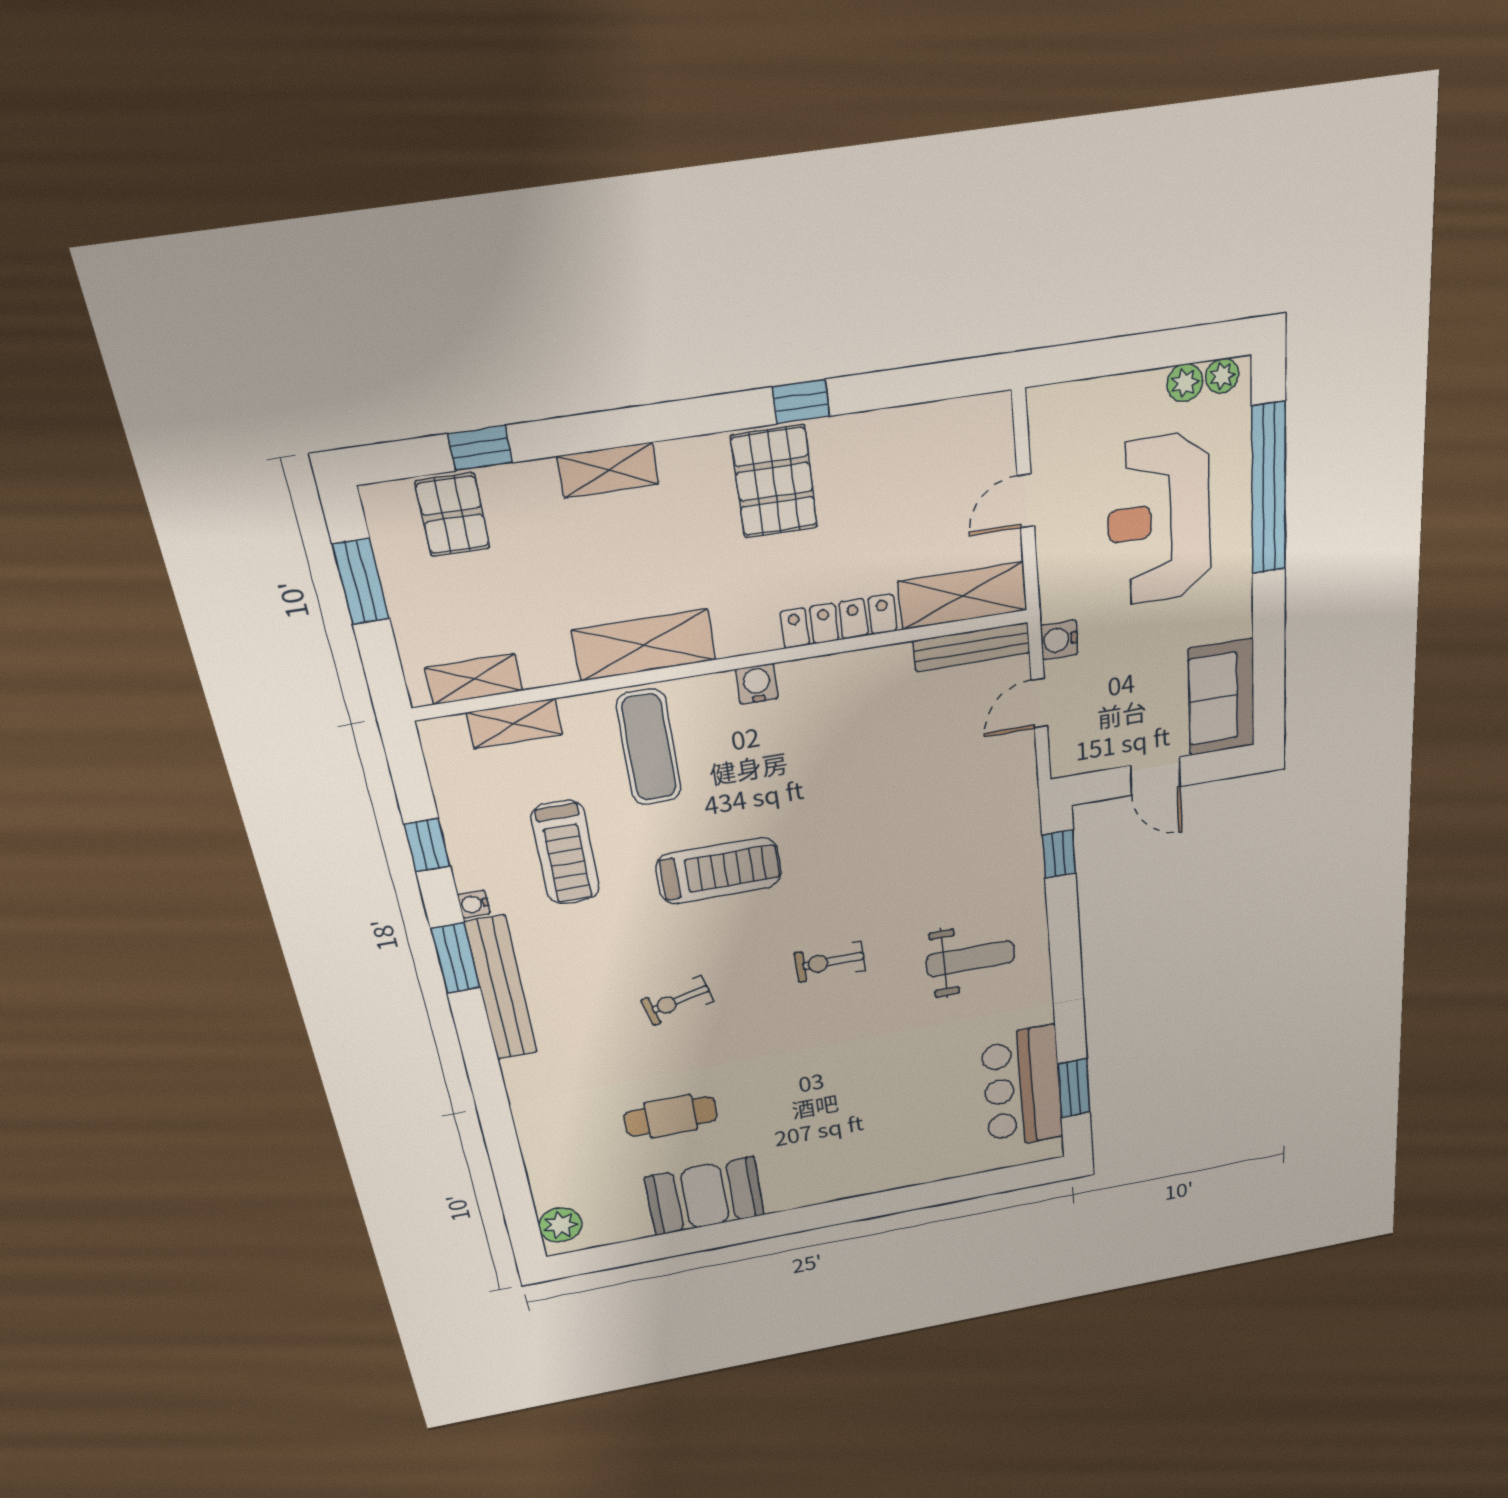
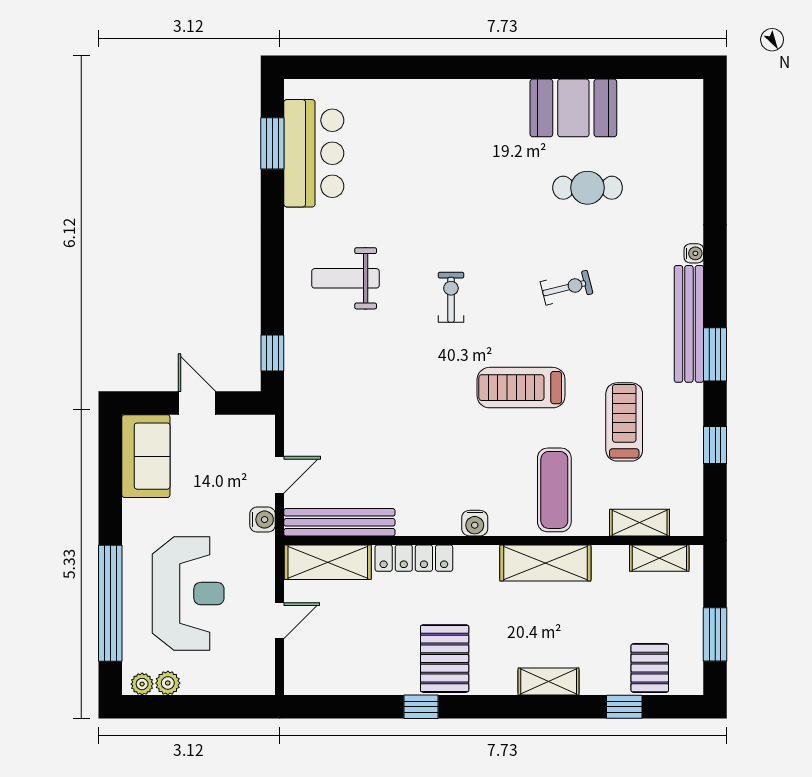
bench: (972, 647) -> (339, 522), width x1.37, depth x1.21
water cooler: (474, 904) -> (694, 253), moved
exercise bike: (830, 962) -> (451, 297), turned -90
plant: (560, 1225) -> (687, 107), removed

